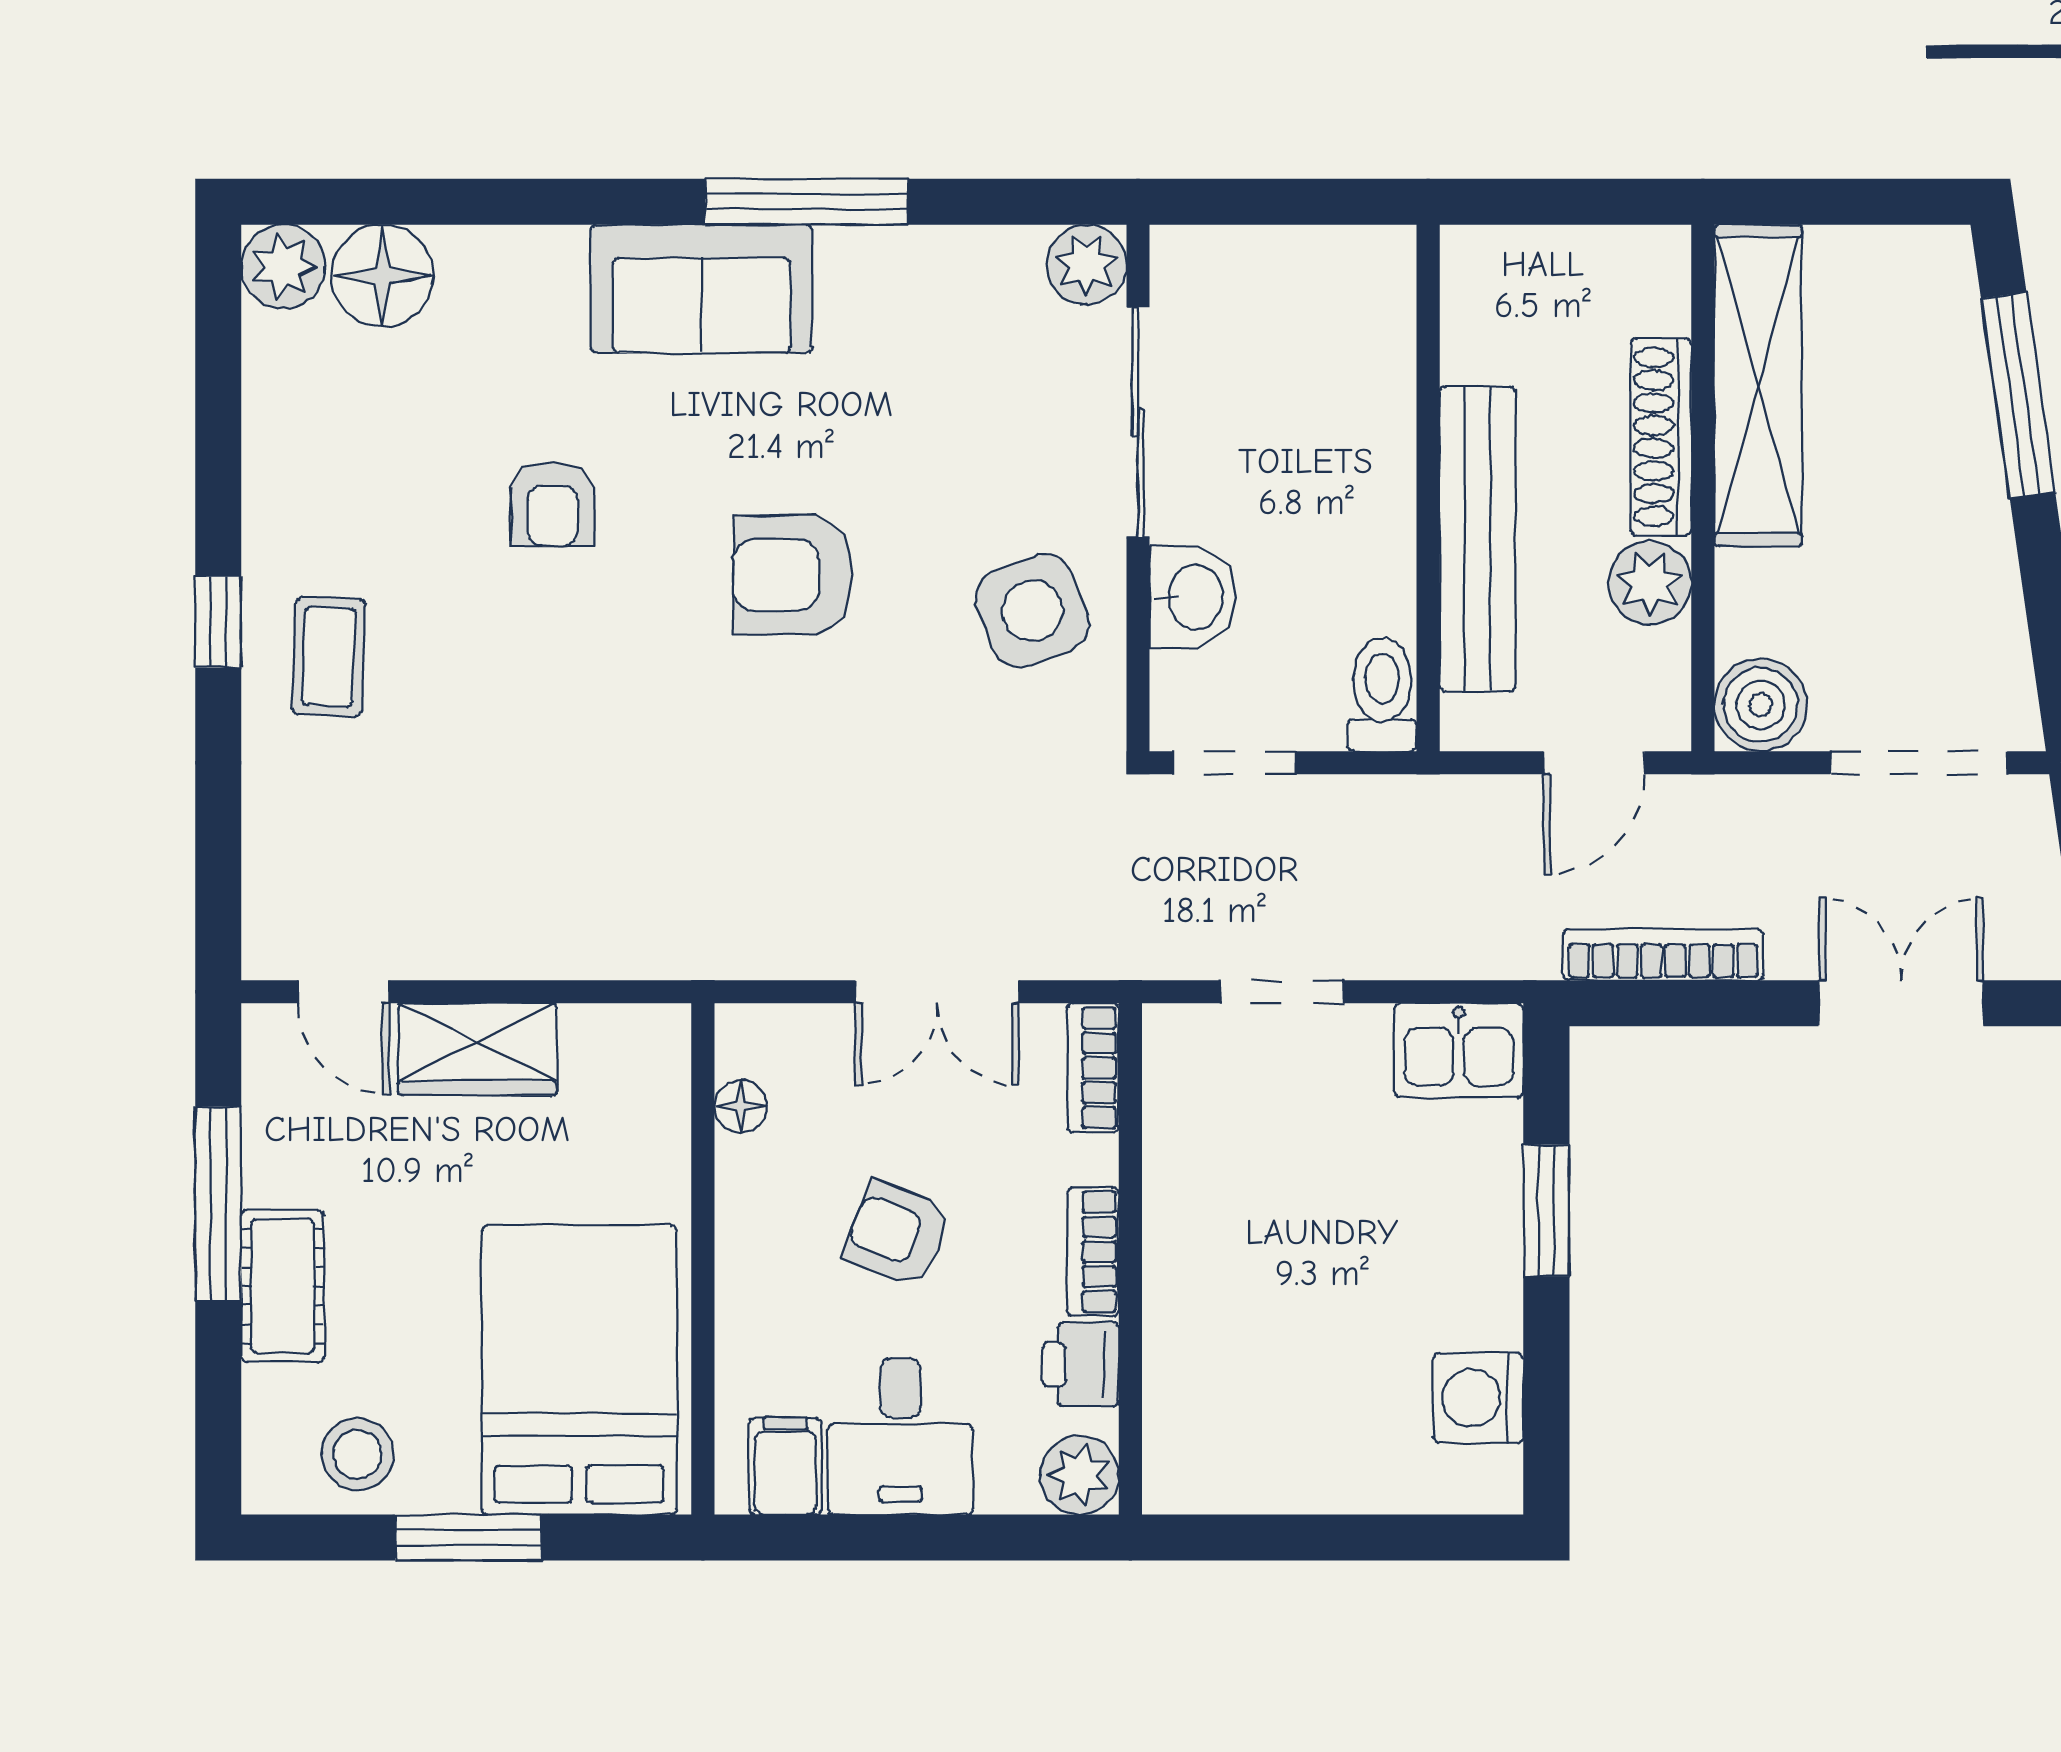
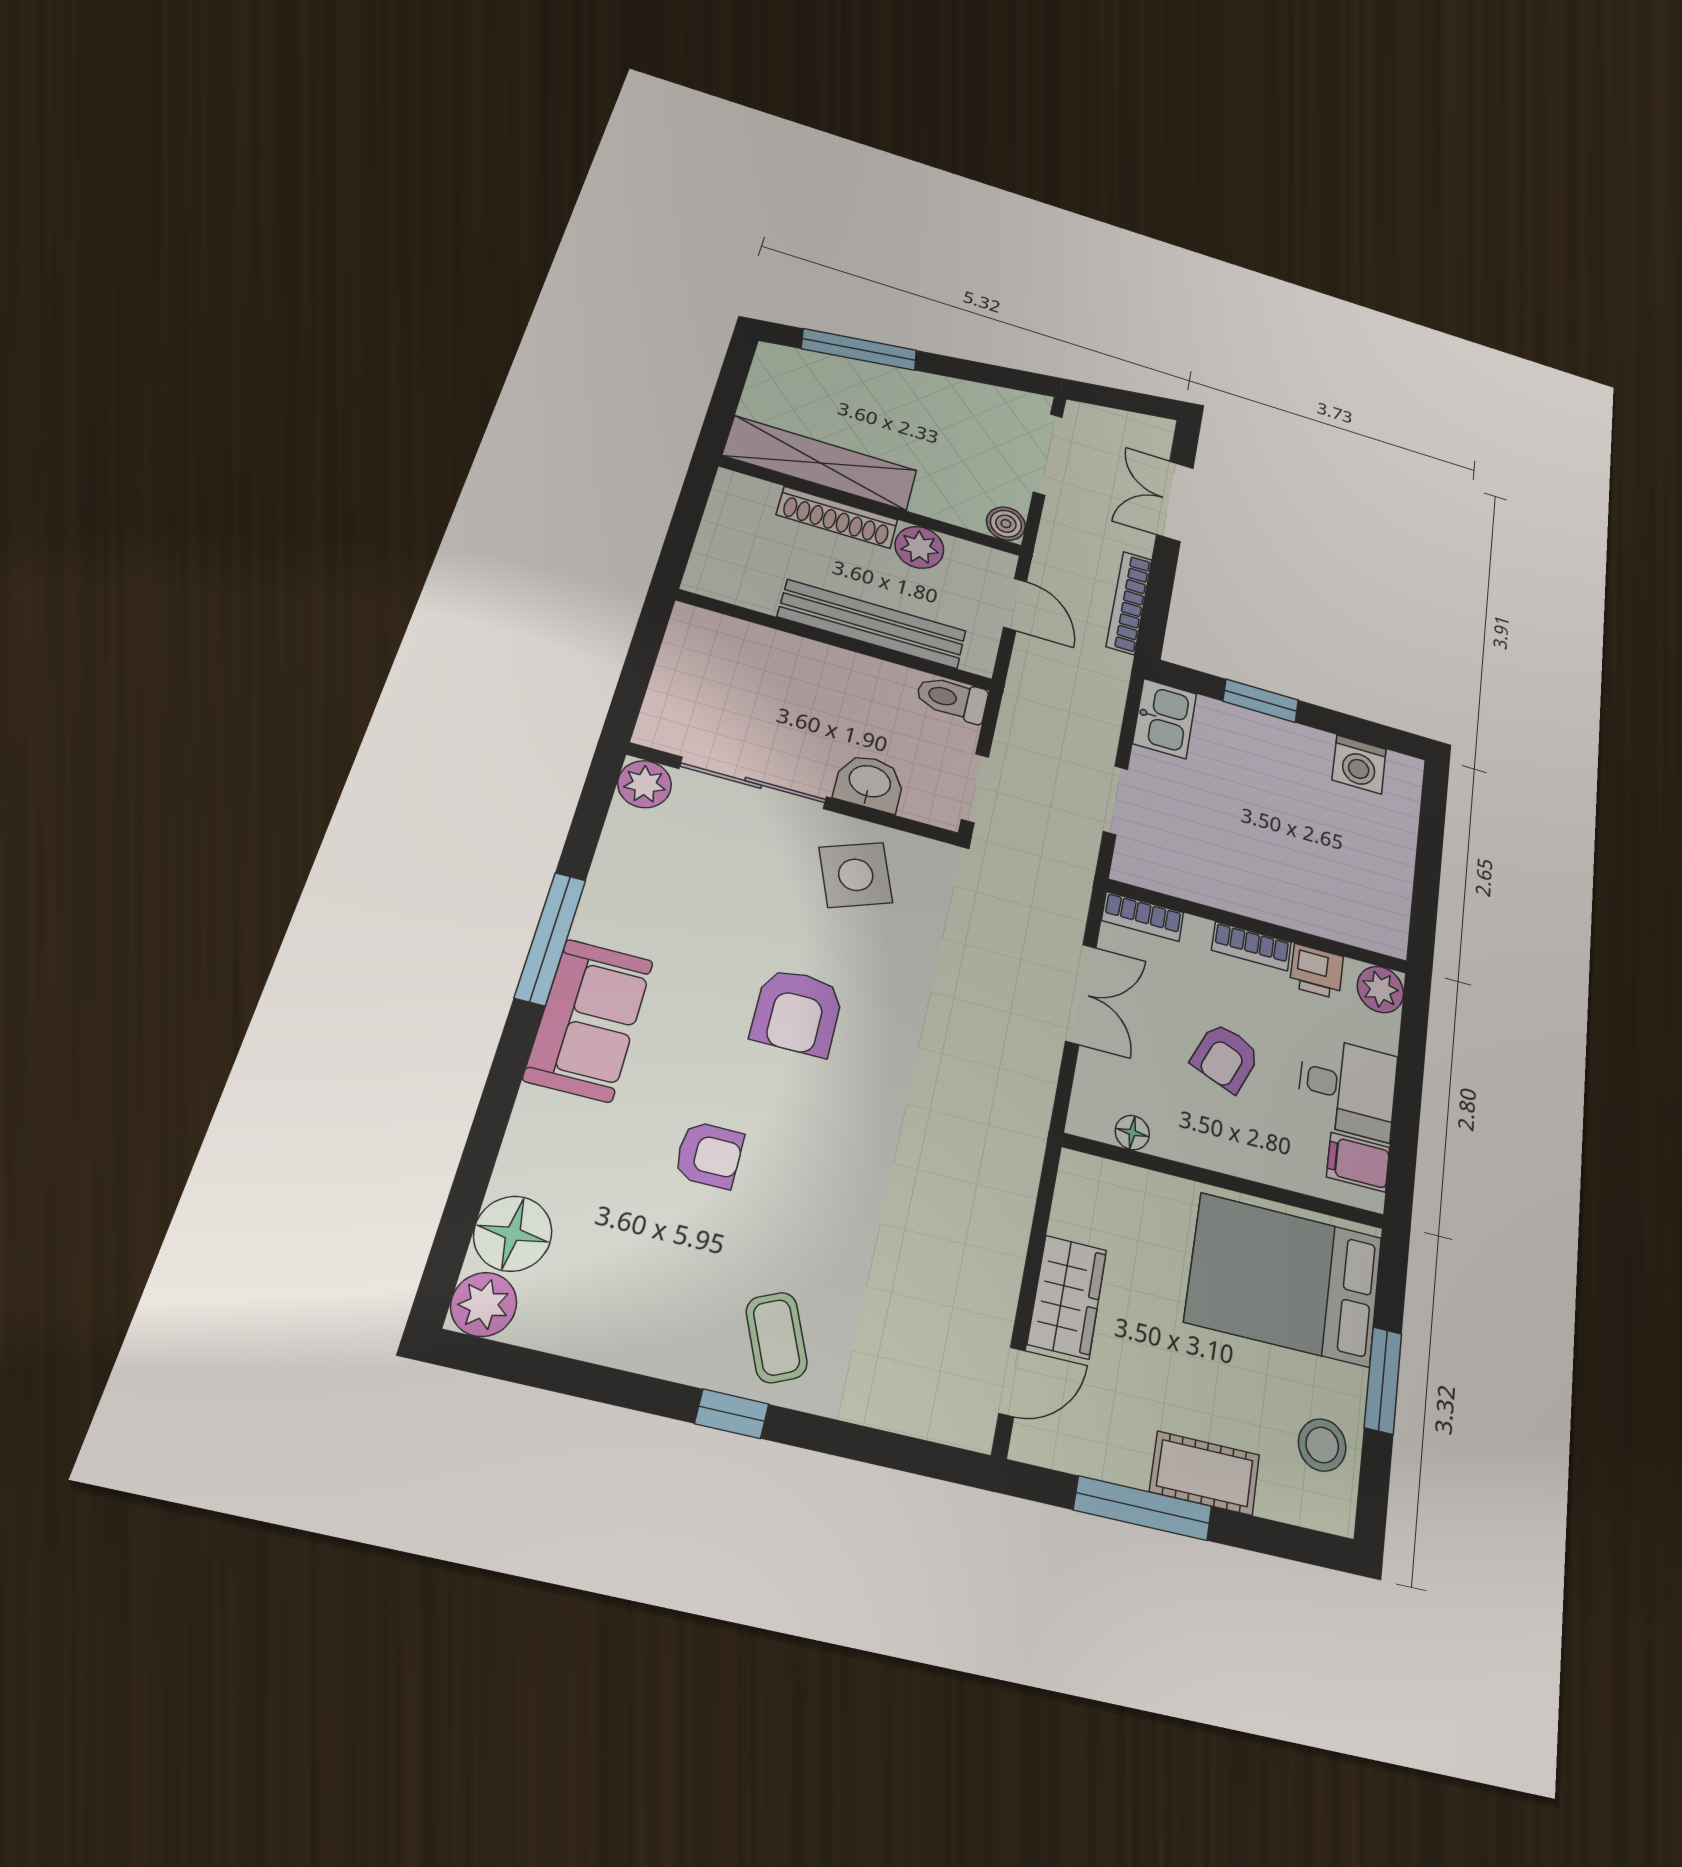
coffee table: (329, 657) -> (777, 1337), turned 64
boiler: (1761, 705) -> (1006, 524), width x0.73, depth x0.73

